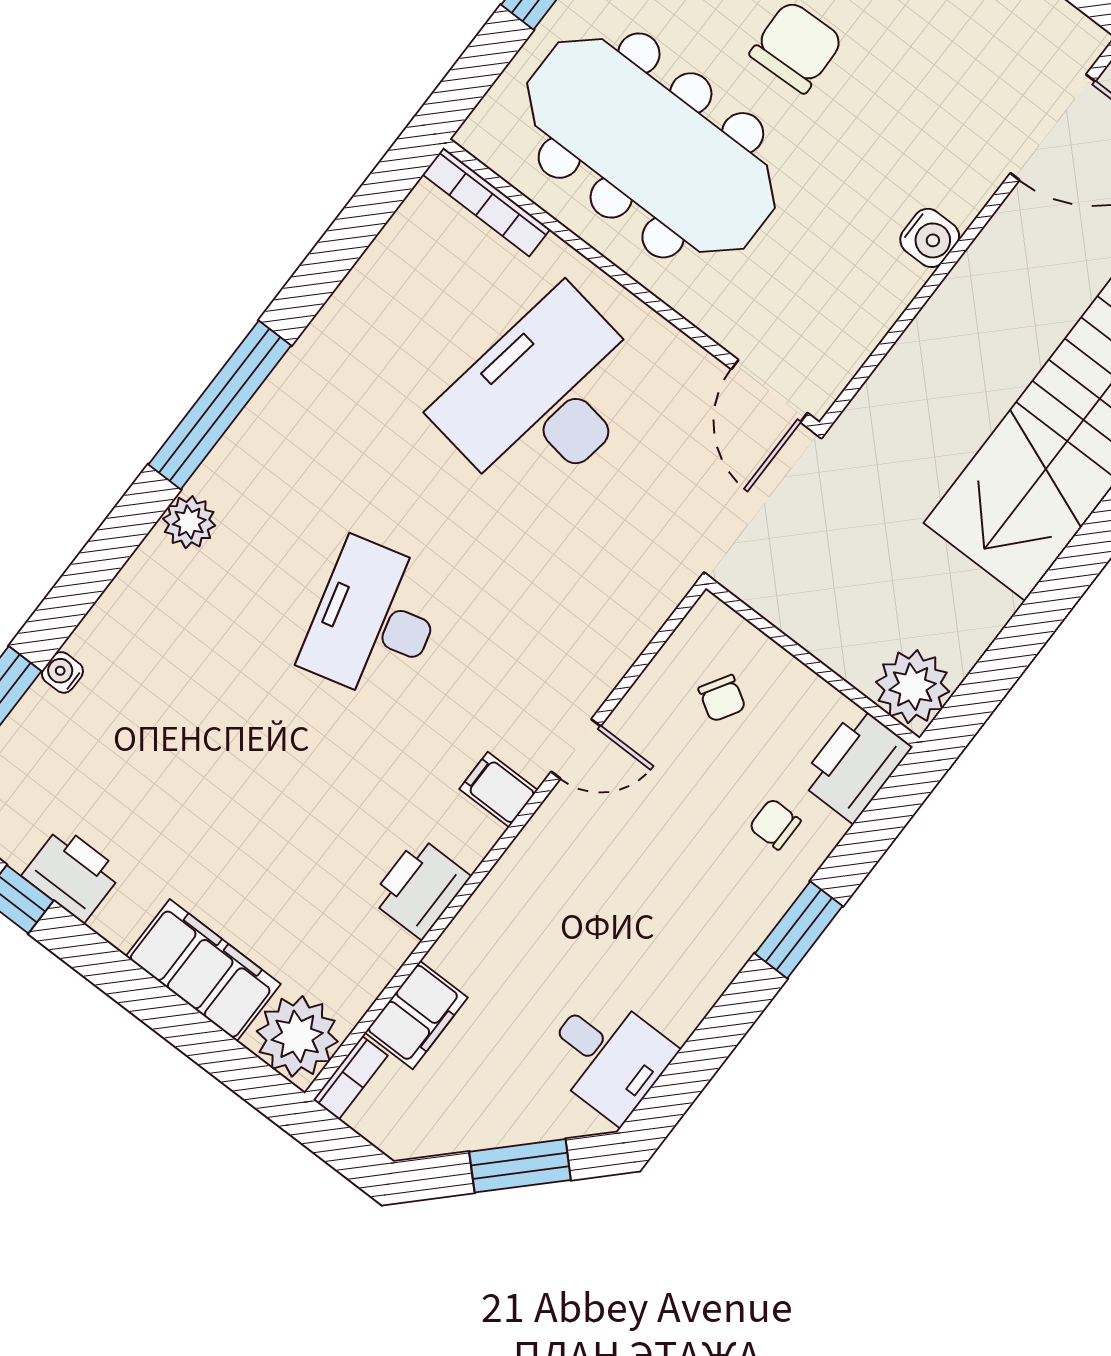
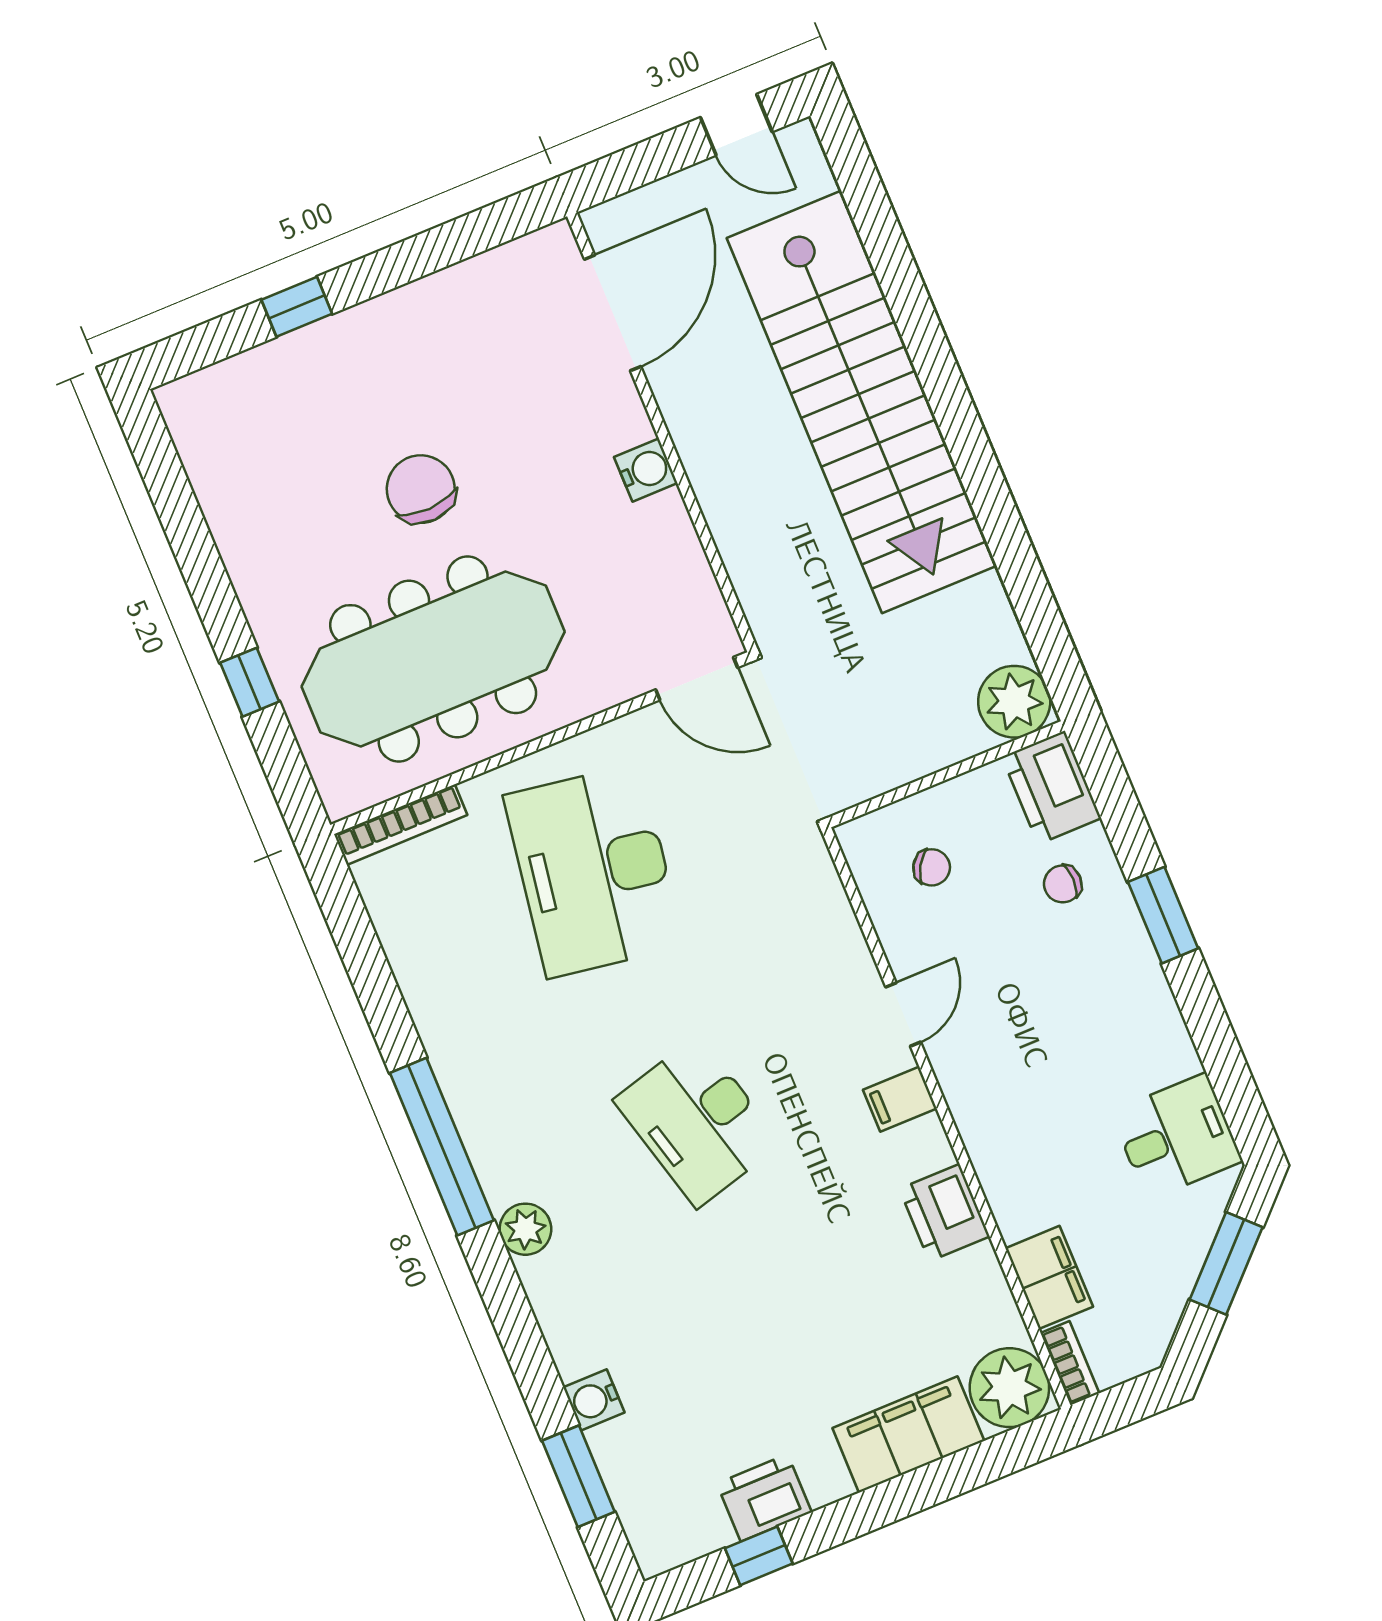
water cooler: (62, 672) -> (594, 1400), width x1.38, depth x1.38

